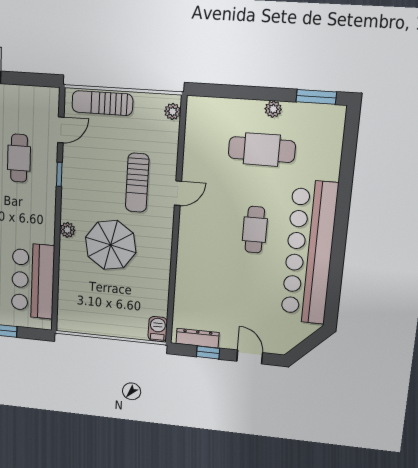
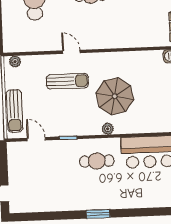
cafe table: (19, 158) -> (97, 161), moved

